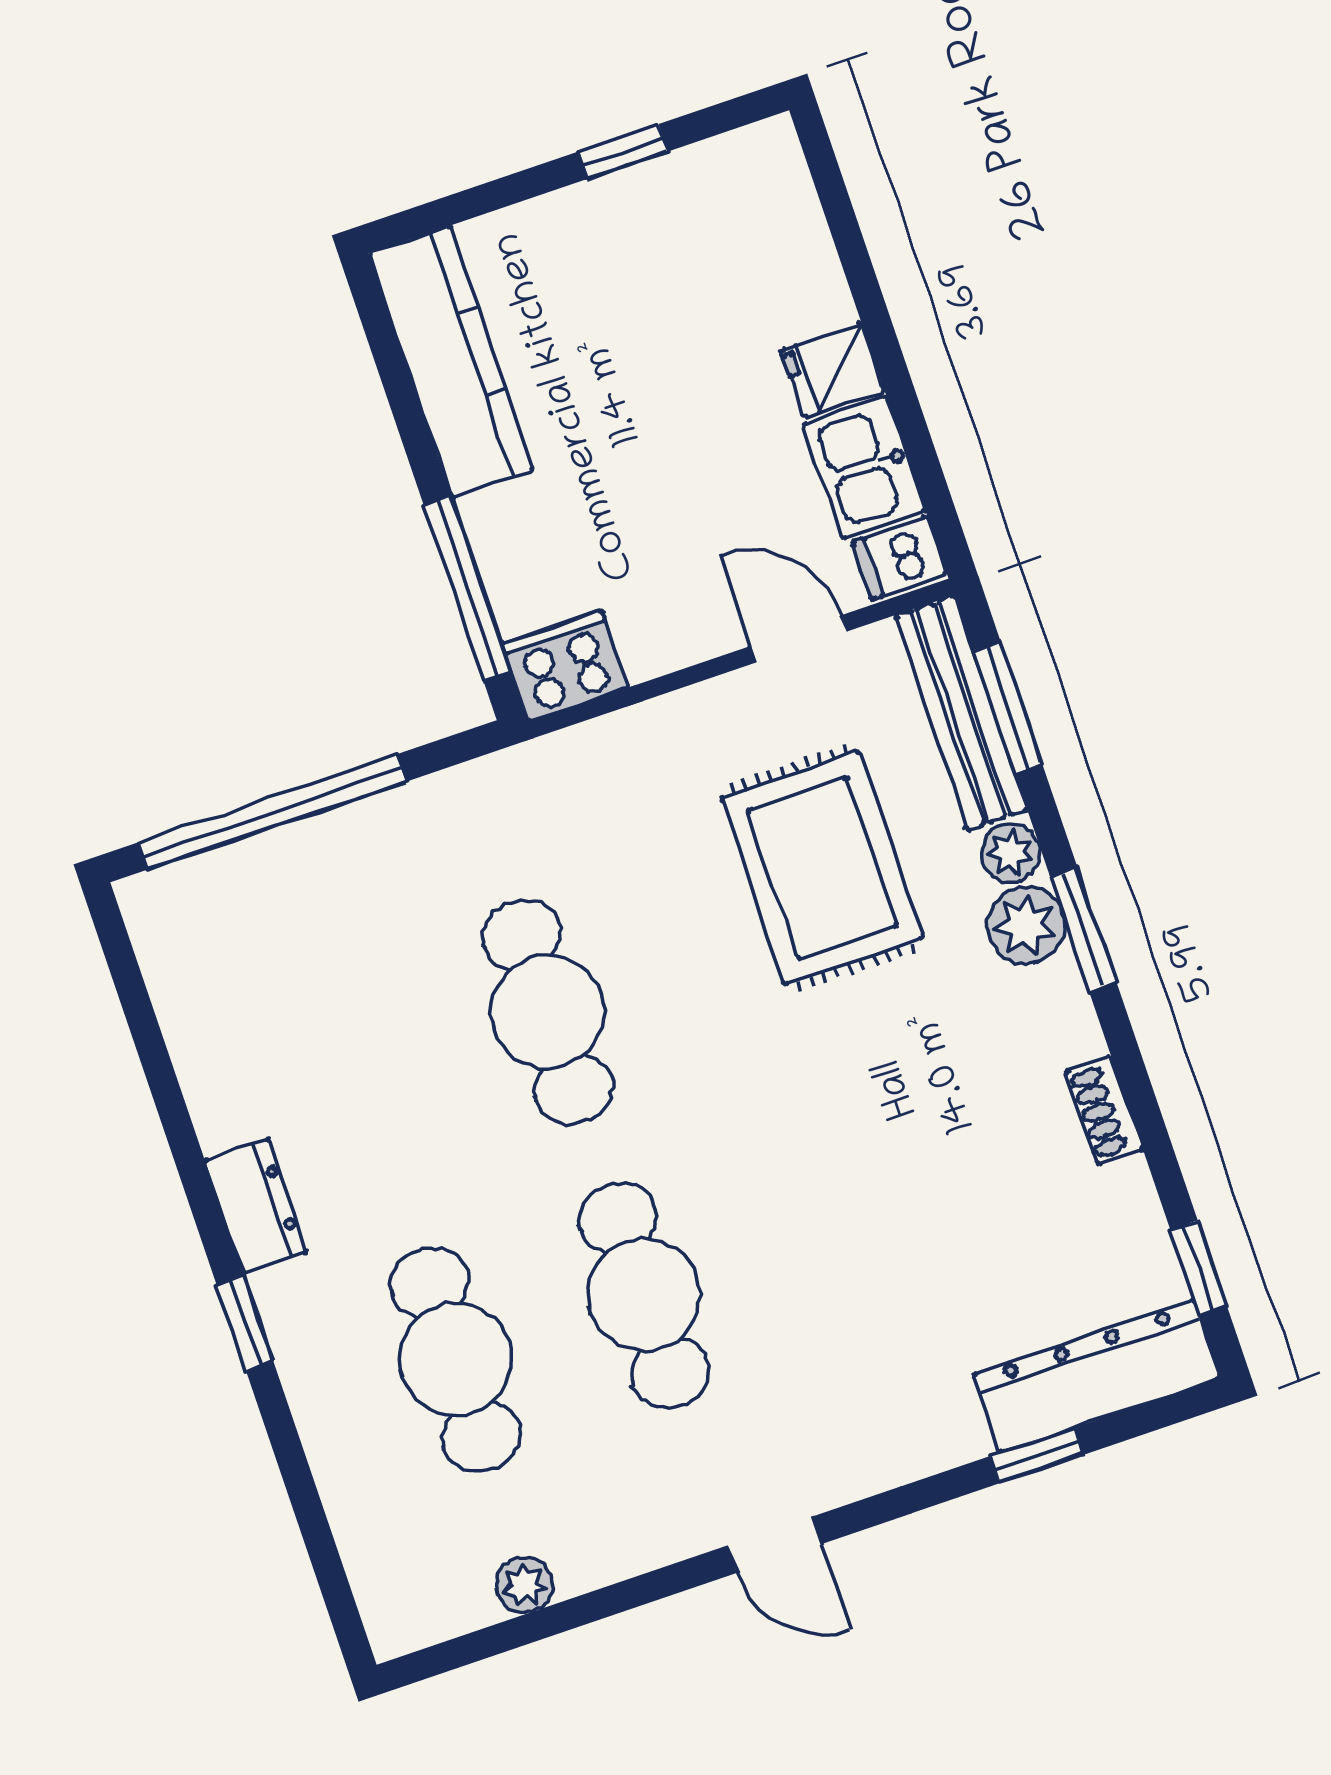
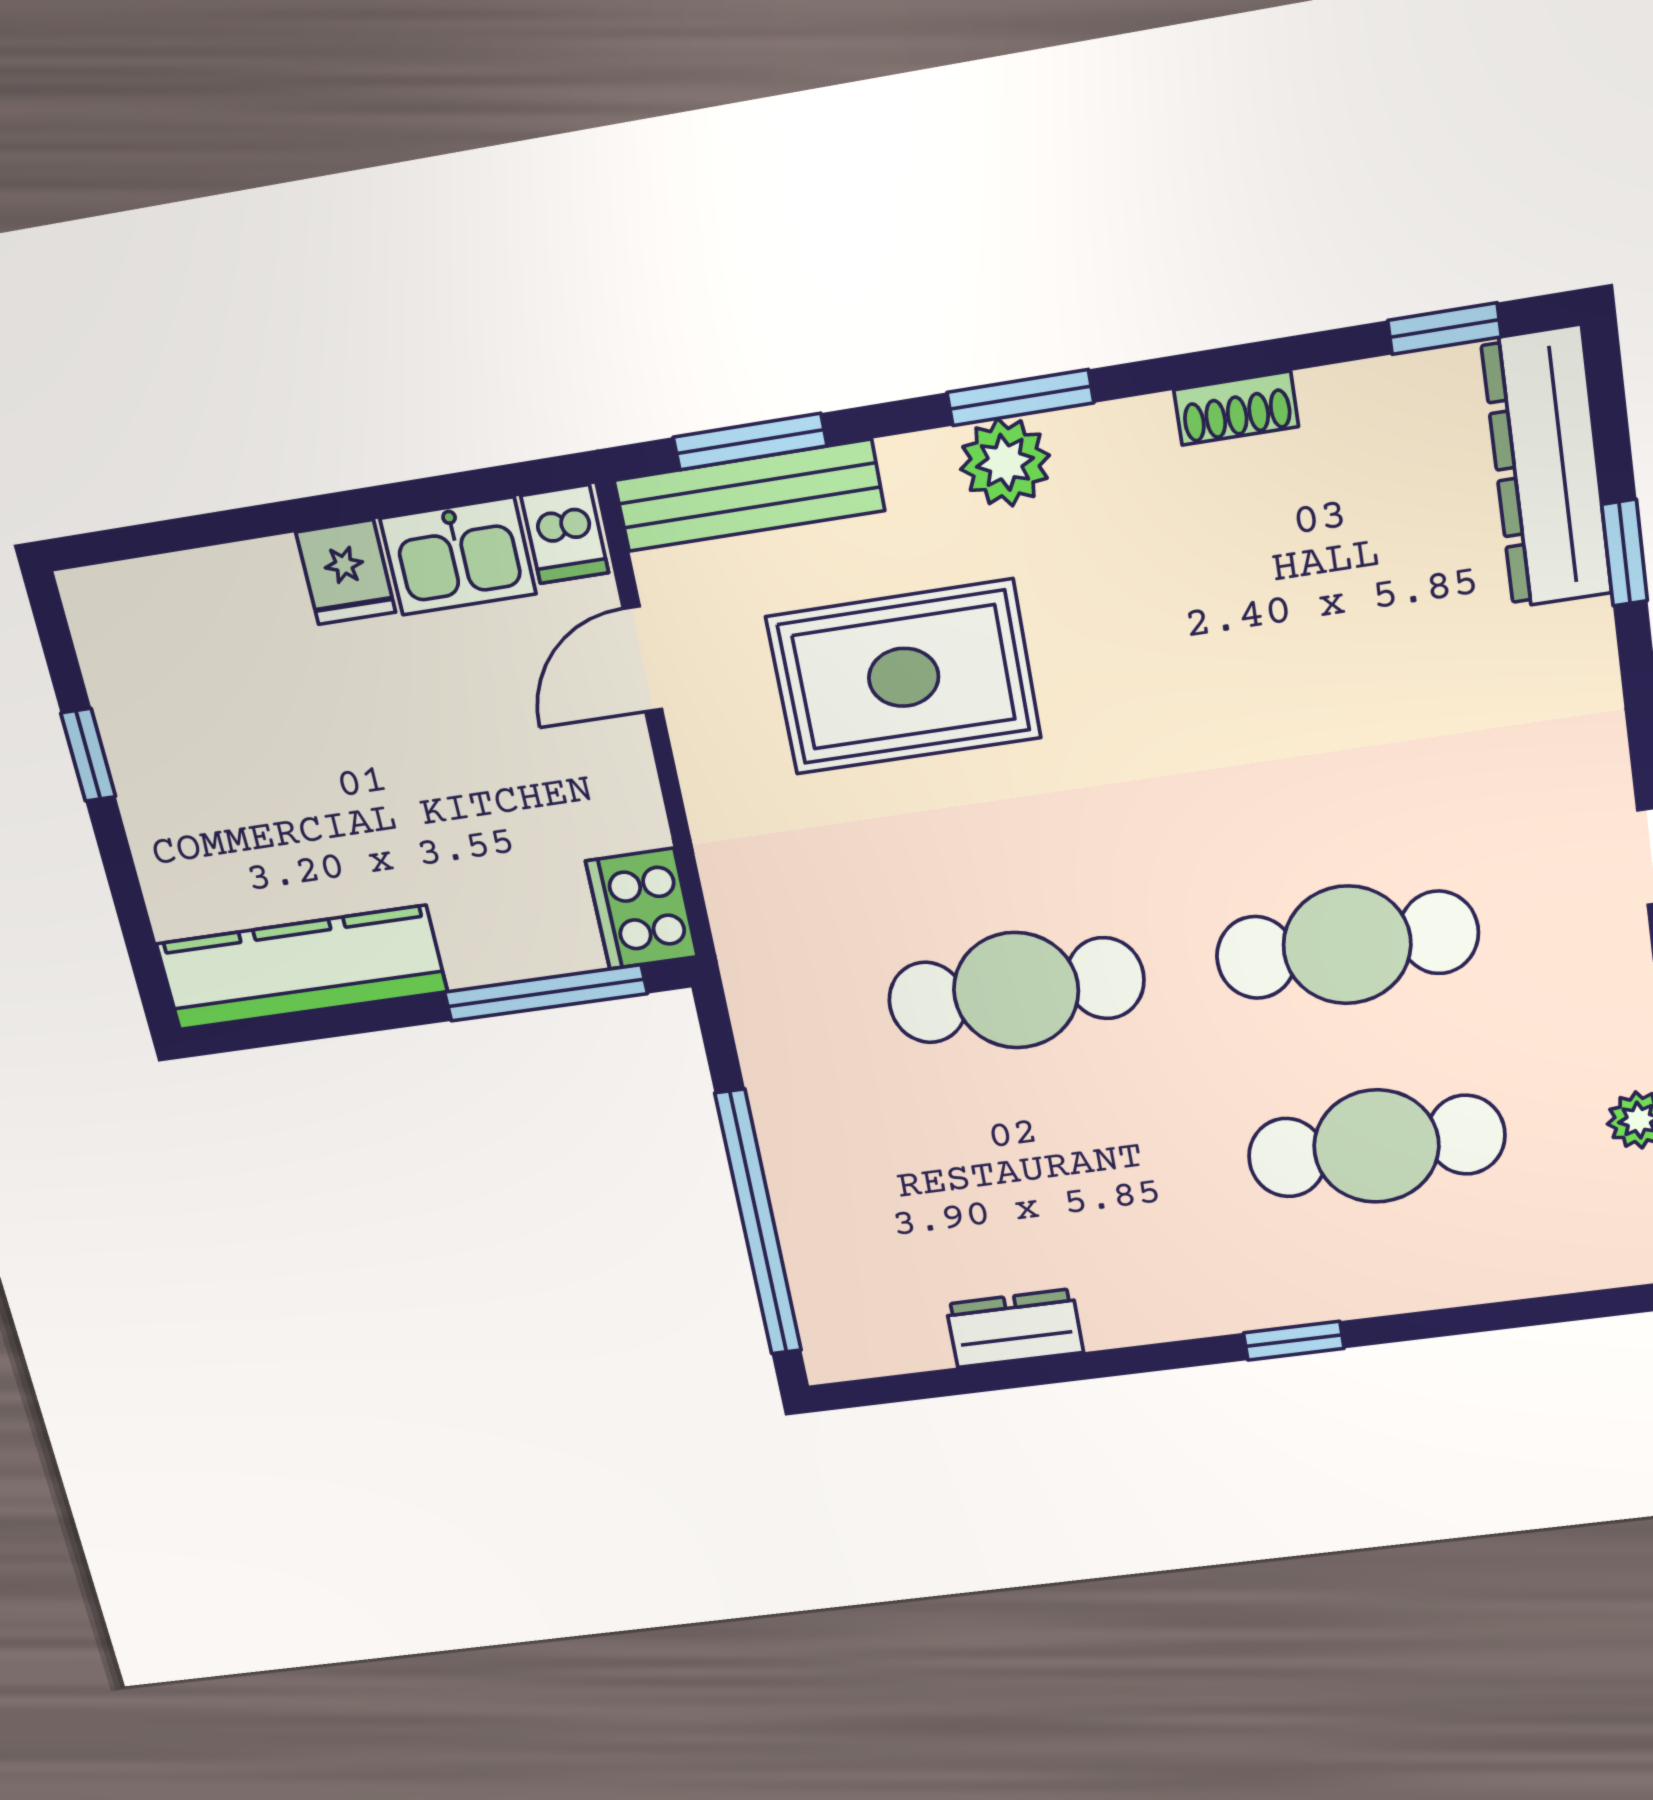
plant: (1011, 853) -> (918, 466), removed
dresser: (256, 1206) -> (1015, 1328), moved

